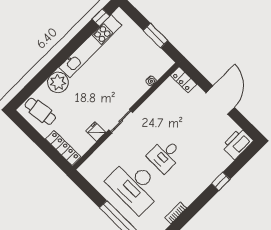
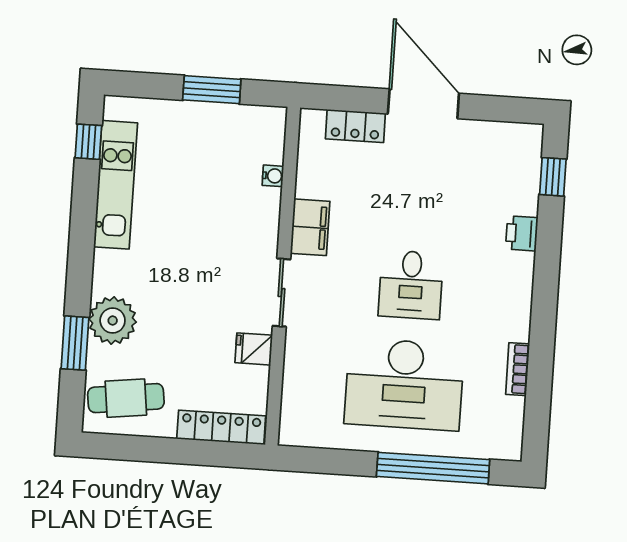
kitchen unit: (90, 46) -> (116, 185), width x0.73
window: (39, 79) -> (75, 343), added
locker: (183, 80) -> (355, 126), moved
filing cabinet: (148, 108) -> (310, 227), added
printer: (237, 144) -> (522, 233), moved, width x0.53, depth x0.68
window: (221, 181) -> (553, 177), moved

